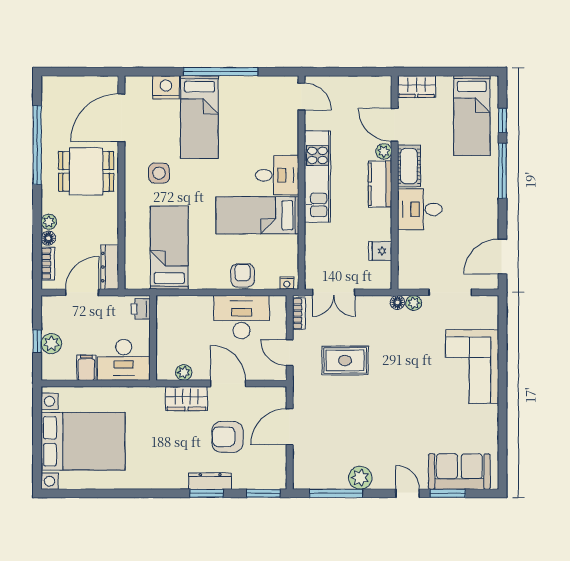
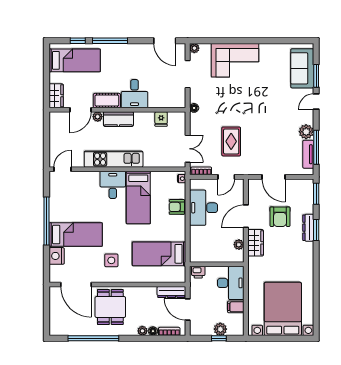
plant: (414, 303) -> (194, 48), moved
tv unit: (325, 481) -> (308, 154), added

